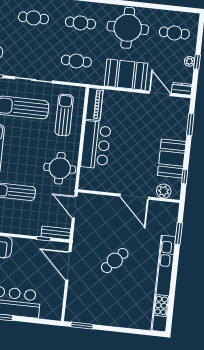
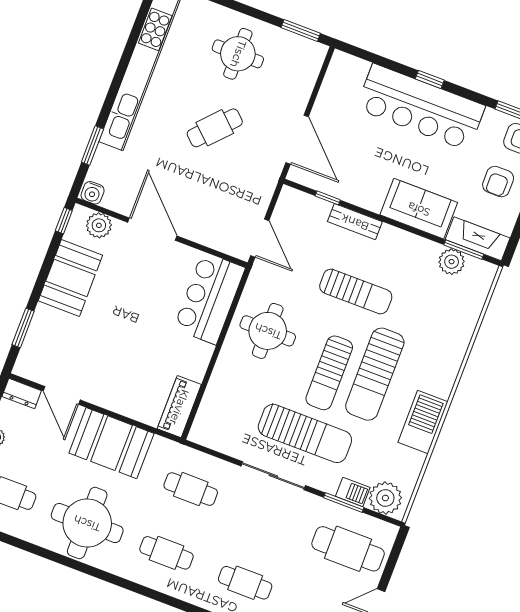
sun lounger: (64, 115) -> (329, 373), moved
bar counter: (96, 145) -> (209, 298), moved
round table: (60, 168) -> (268, 331), moved
window: (185, 177) -> (64, 221), moved
water cooler: (172, 208) -> (93, 193), added
bench: (56, 233) -> (355, 222), moved
round table: (113, 304) -> (238, 54), added

